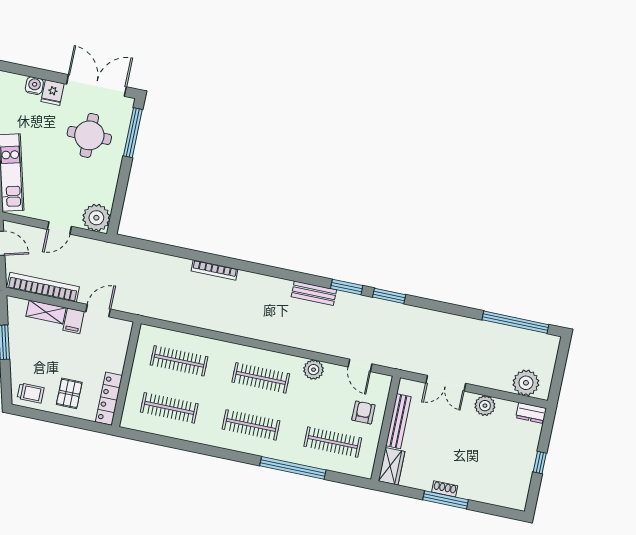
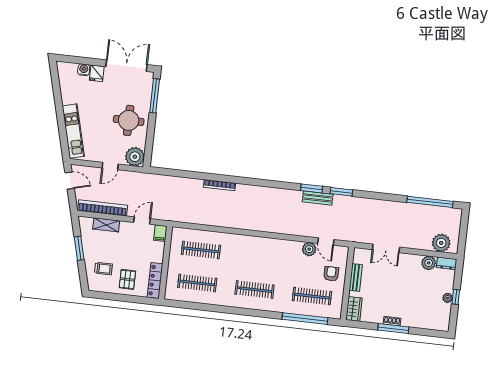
round table: (89, 135) -> (129, 120), moved
bench: (314, 293) -> (318, 198), moved
filing cabinet: (74, 321) -> (160, 233), moved
plant: (314, 370) -> (309, 249), moved
clothes rail: (261, 378) -> (258, 256), removed
trolley: (31, 393) -> (103, 269), moved
plant: (485, 406) -> (429, 263), moved
bench: (398, 421) -> (356, 277), width x0.73
plant: (528, 463) -> (448, 298), added
window: (293, 468) -> (305, 319), moved

